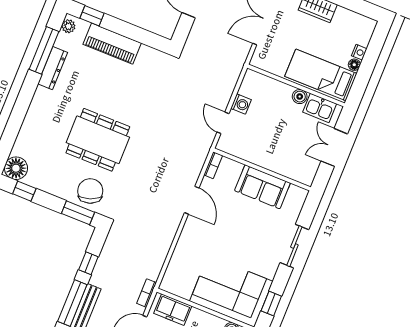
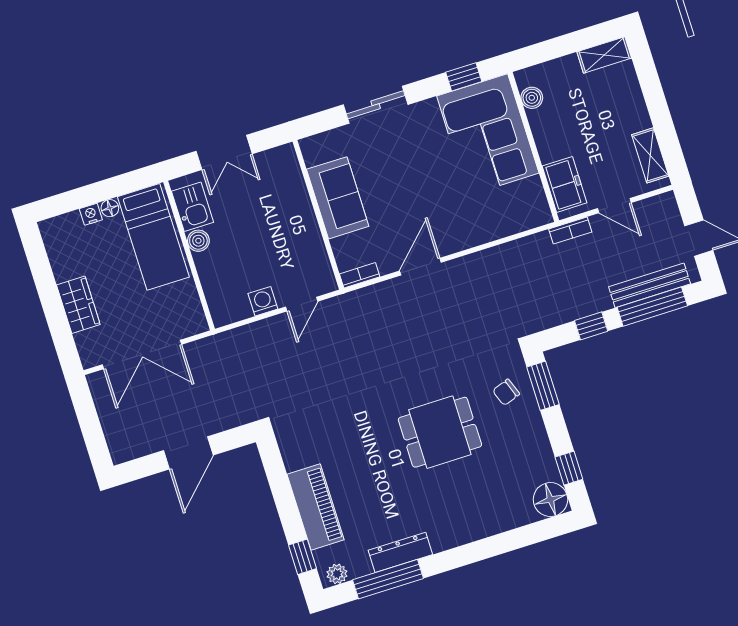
dining table: (98, 140) -> (440, 432), width x0.73
chair: (90, 191) -> (506, 392), width x0.54, depth x0.54

